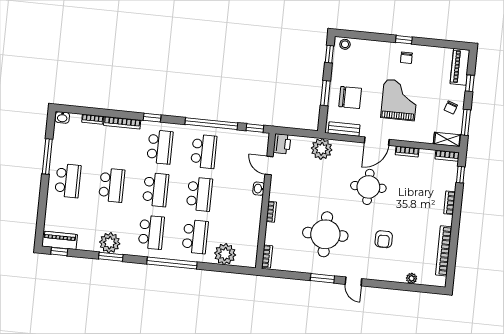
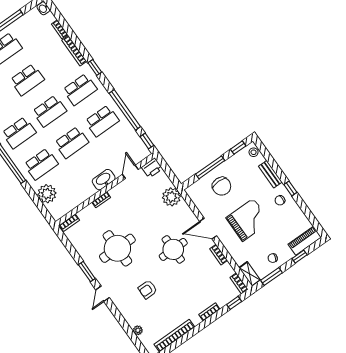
window: (325, 93) -> (210, 167), width x1.44
bench: (344, 129) -> (270, 174), moved
washbasin: (259, 189) -> (104, 180), width x1.91, depth x1.45

